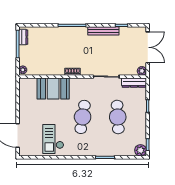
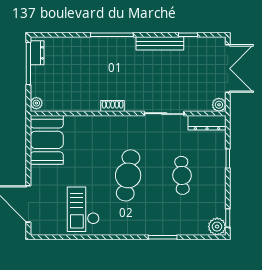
booth: (53, 89) -> (47, 140), moved, turned 90
cafe table: (118, 117) -> (182, 175), width x0.73, depth x0.74

